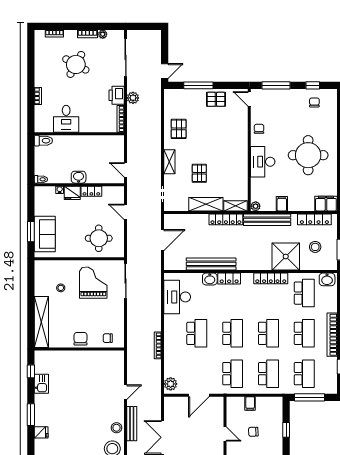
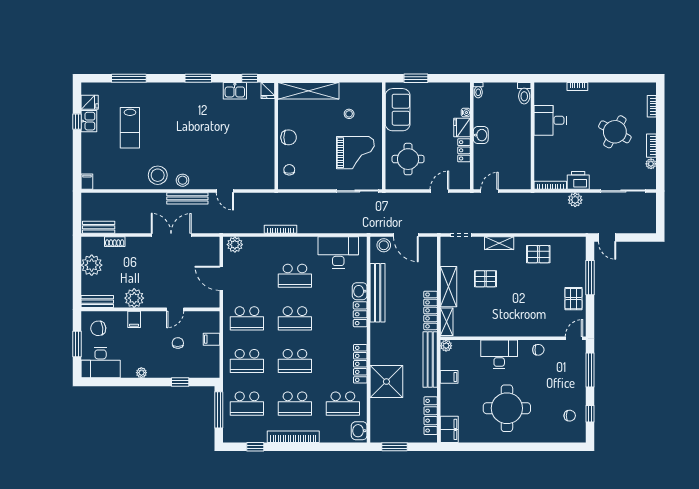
sofa: (45, 234) -> (398, 110), moved, turned -90
stool: (315, 247) -> (384, 245), moved
fridge: (41, 432) -> (268, 91), moved

